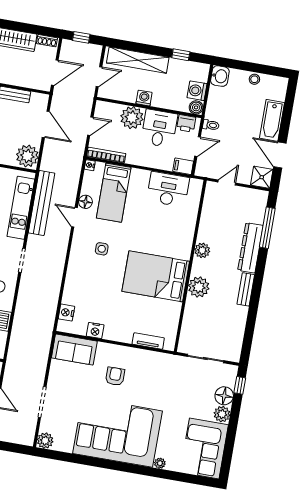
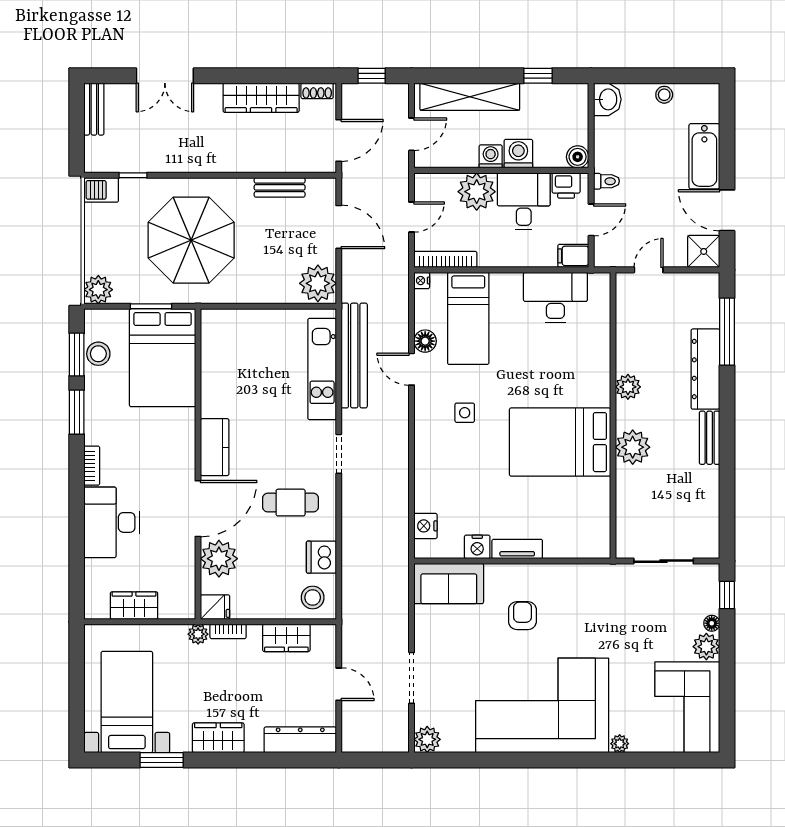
washing machine: (197, 91) -> (518, 154), moved, turned 90
tv unit: (148, 341) -> (517, 549), moved
floor lamp: (224, 396) -> (712, 623), width x0.53, depth x0.53

